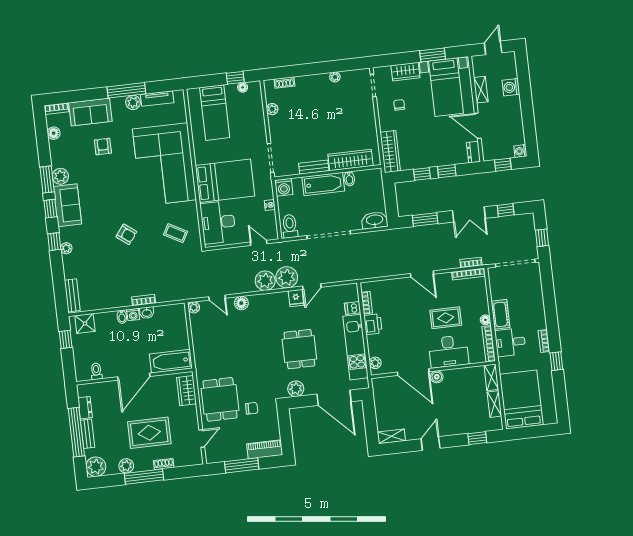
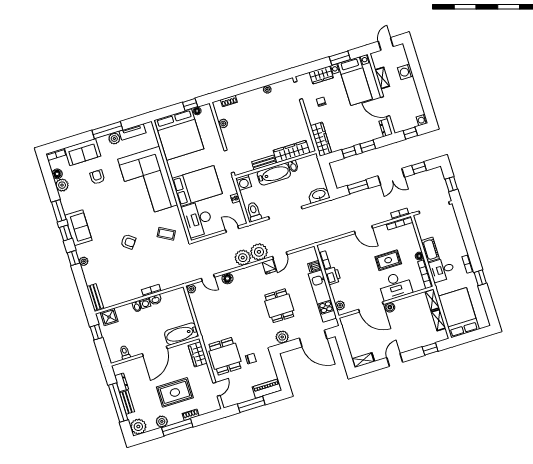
bed: (215, 113) -> (179, 135), width x2.04
plant: (60, 176) -> (62, 185), moved

